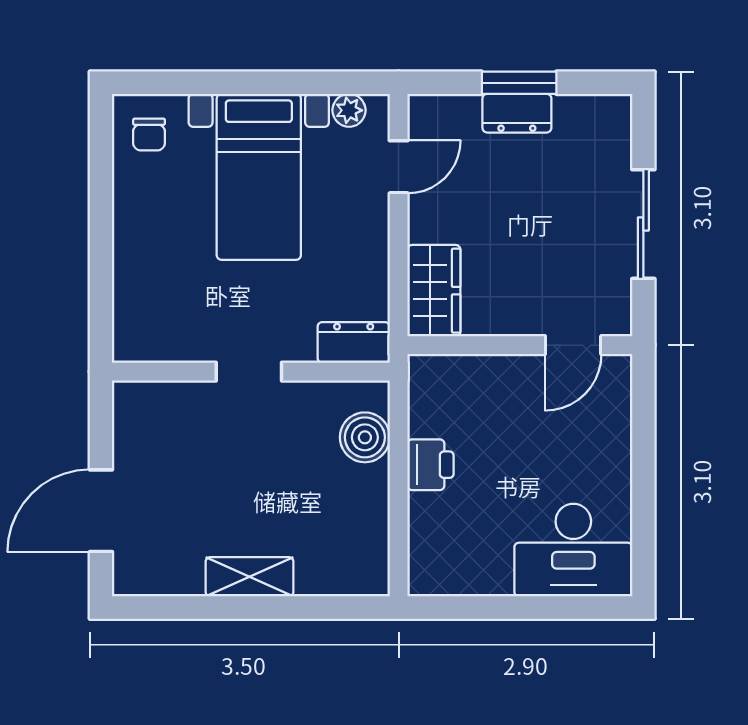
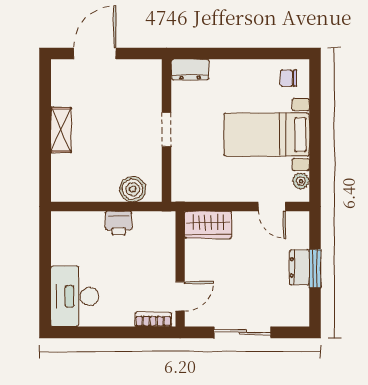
dresser: (354, 342) -> (190, 70), moved, turned 90
door: (573, 345) -> (180, 296), swing flipped
bookcase: (618, 397) -> (153, 319), added
door: (101, 511) -> (95, 53), hinge flipped

